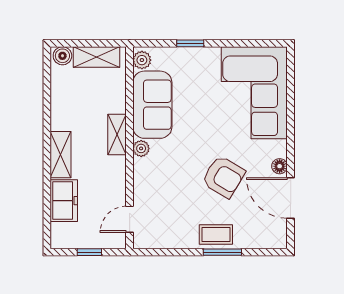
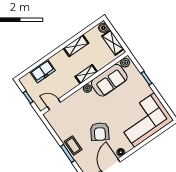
shelving: (61, 155) -> (76, 46), moved

